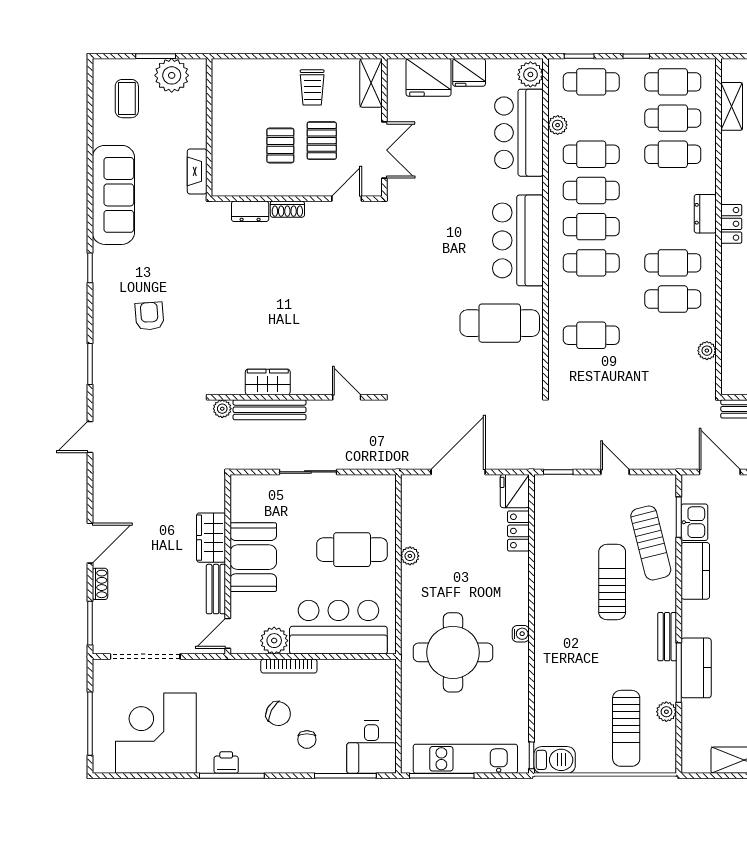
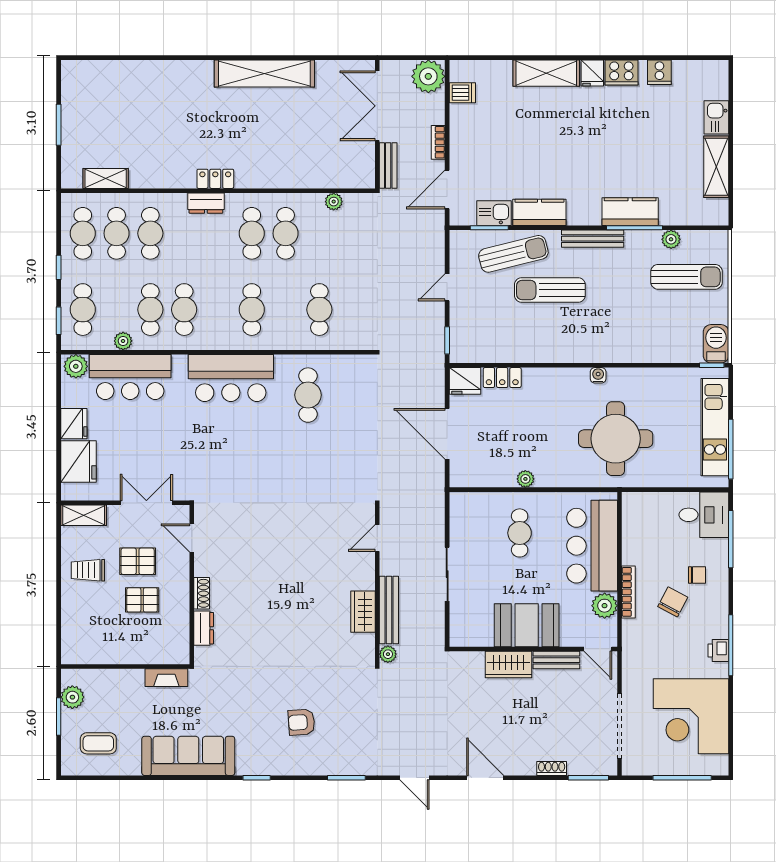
plant: (172, 75) -> (72, 697), width x0.73, depth x0.73
trolley: (312, 87) -> (88, 570), turned 180
cafe table: (591, 227) -> (218, 310), removed
cafe table: (500, 323) -> (308, 395), width x0.73, depth x0.74
door: (90, 543) -> (485, 778), moved
cafe table: (352, 550) -> (520, 533), width x0.73, depth x0.74
bench: (667, 637) -> (593, 239), width x1.36

